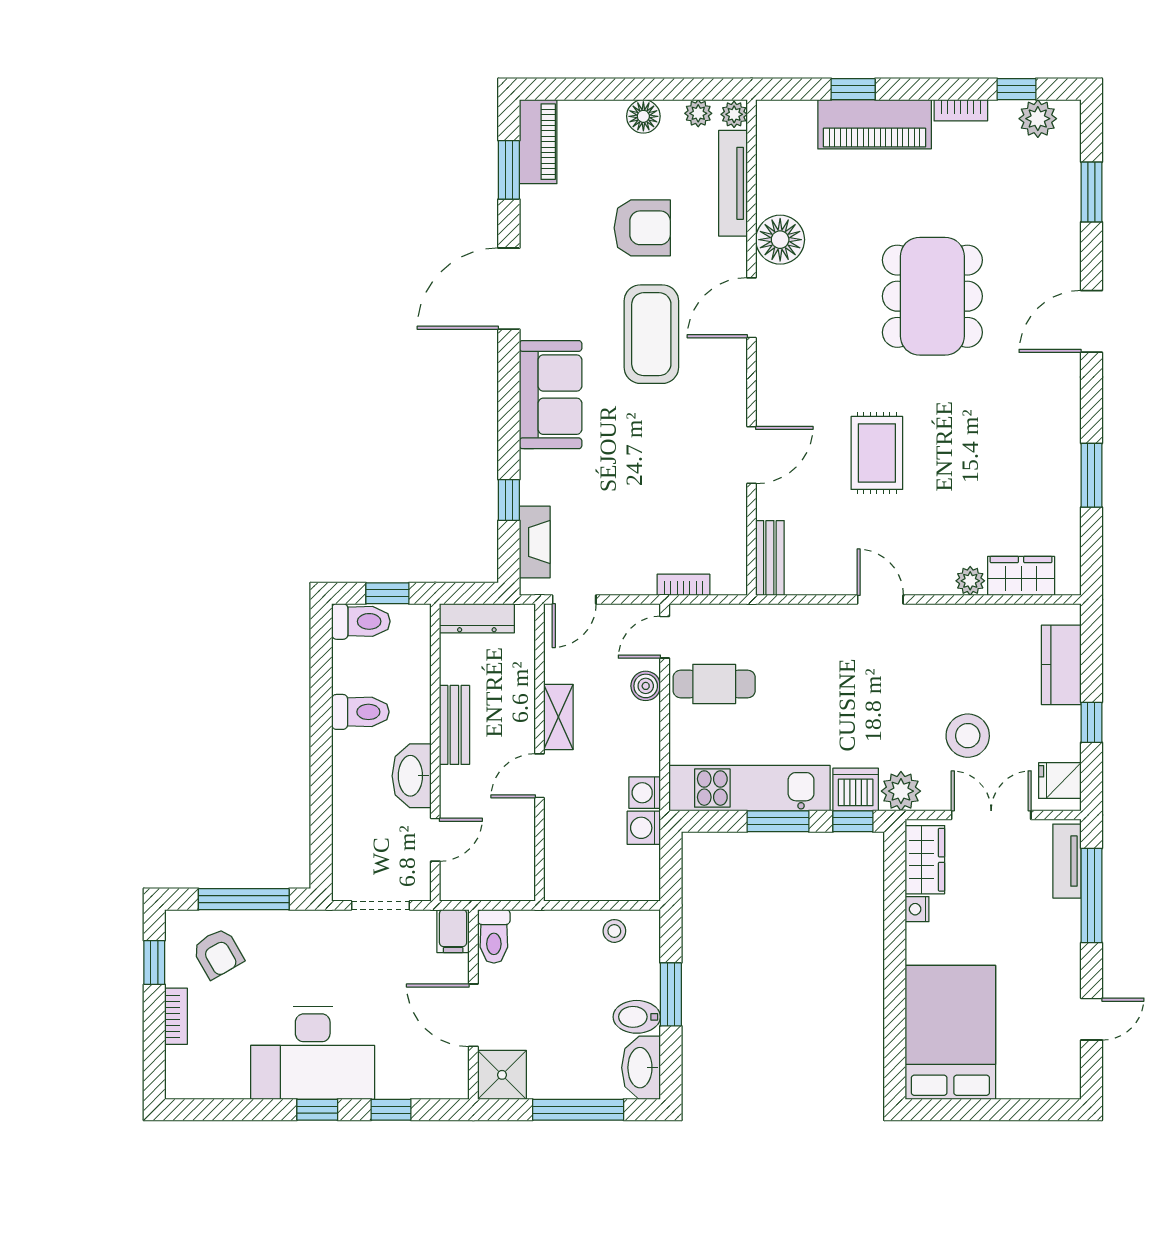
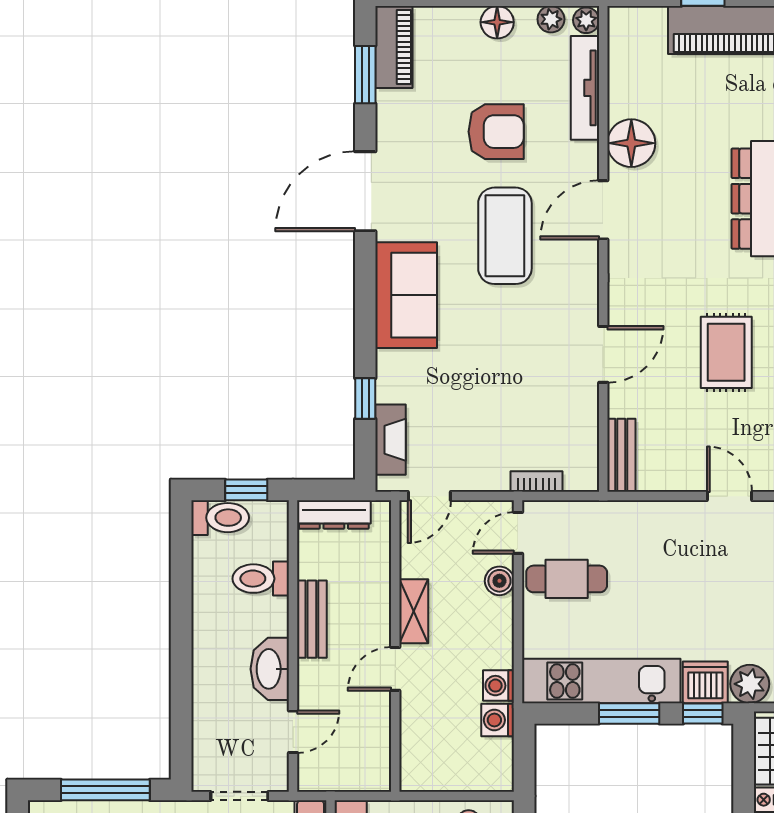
toilet: (360, 712) -> (261, 579), moved, turned 180

